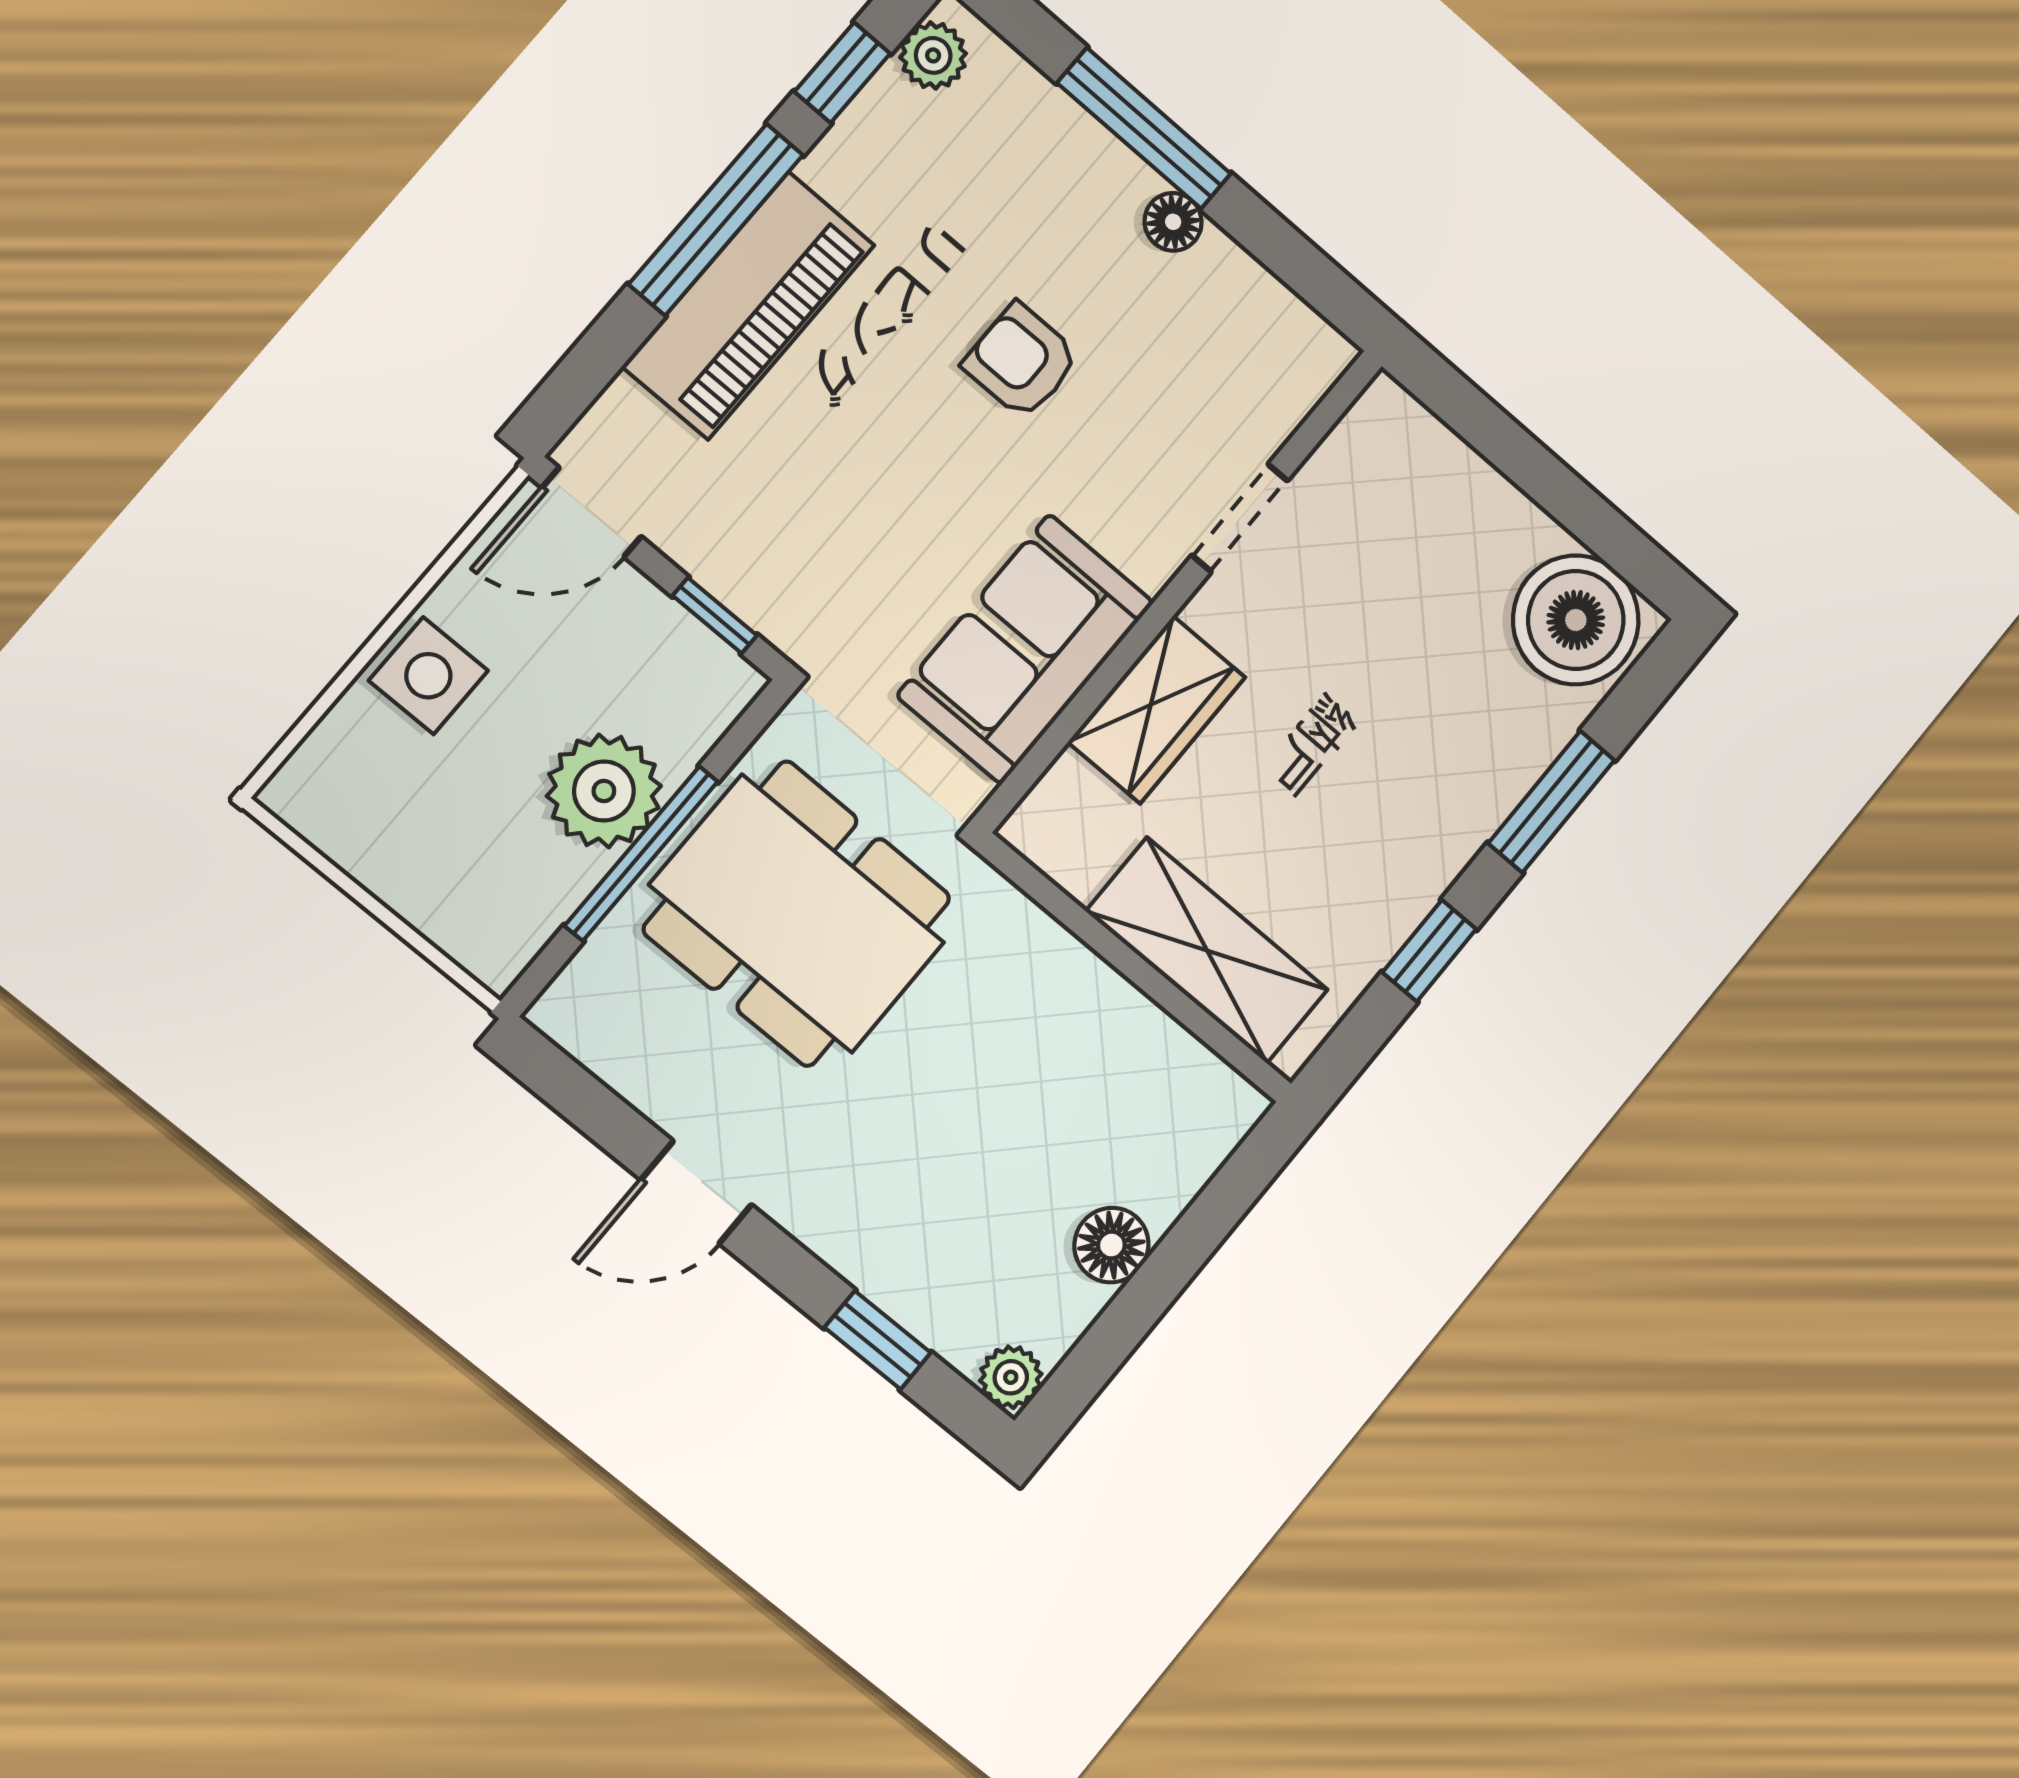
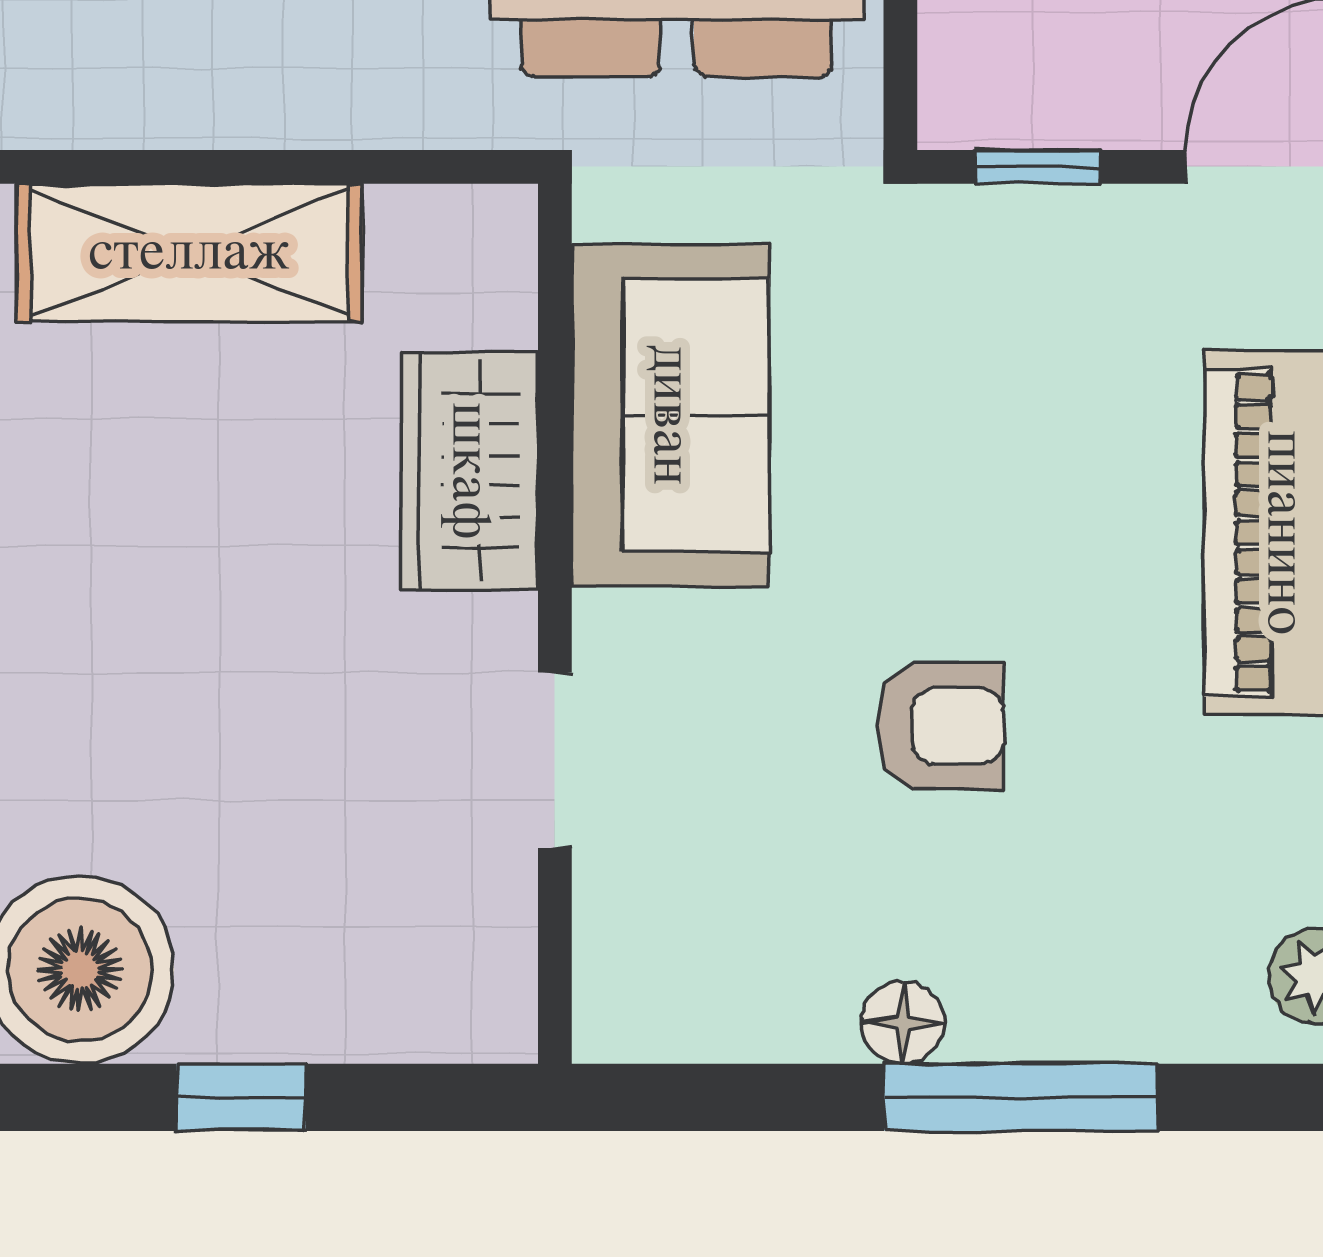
window: (1549, 482) -> (241, 1097), added

